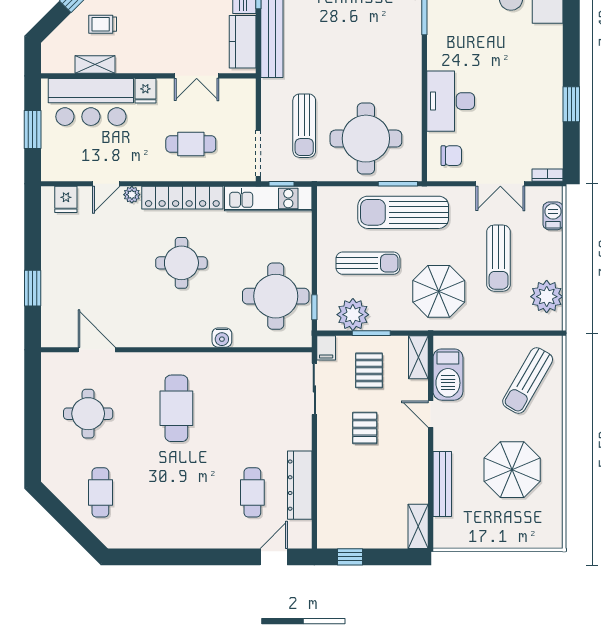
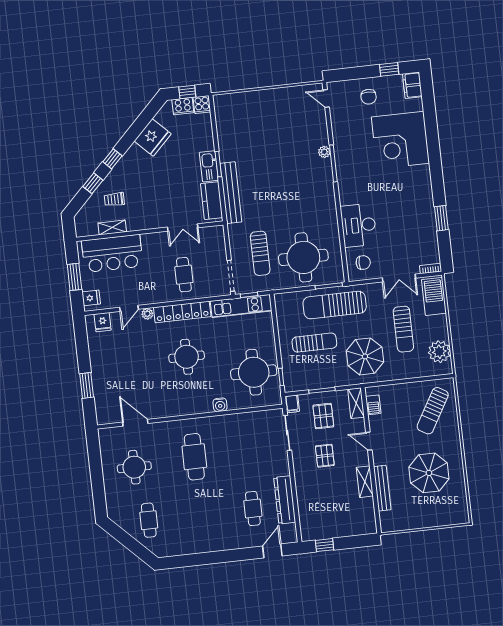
fridge: (145, 91) -> (91, 298), moved, turned -90
cafe table: (191, 144) -> (184, 275), turned 90
barbecue: (553, 216) -> (434, 296), width x1.88, depth x1.53
plant: (353, 315) -> (308, 379), removed
barbecue: (448, 375) -> (373, 405), width x0.53, depth x0.65
shelving: (418, 526) -> (365, 482), moved

